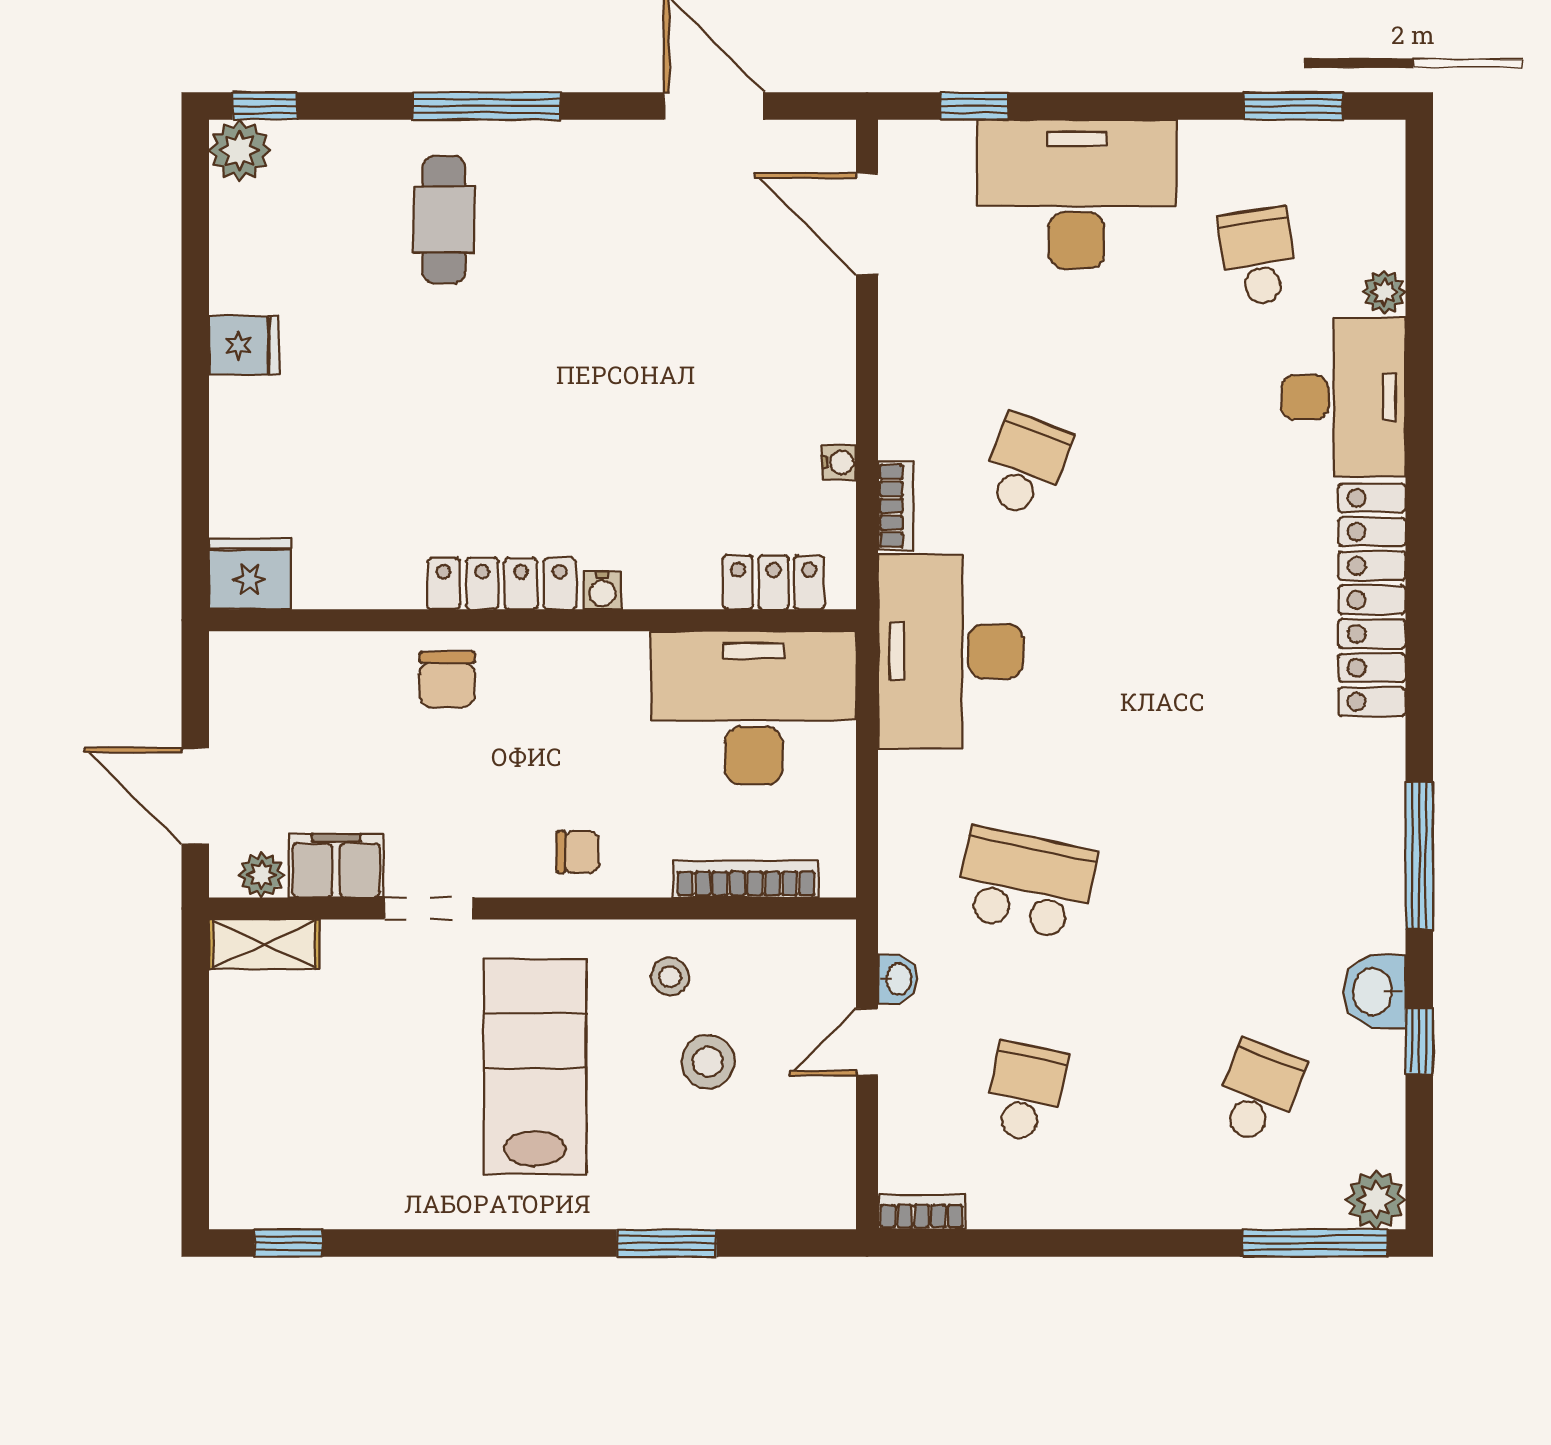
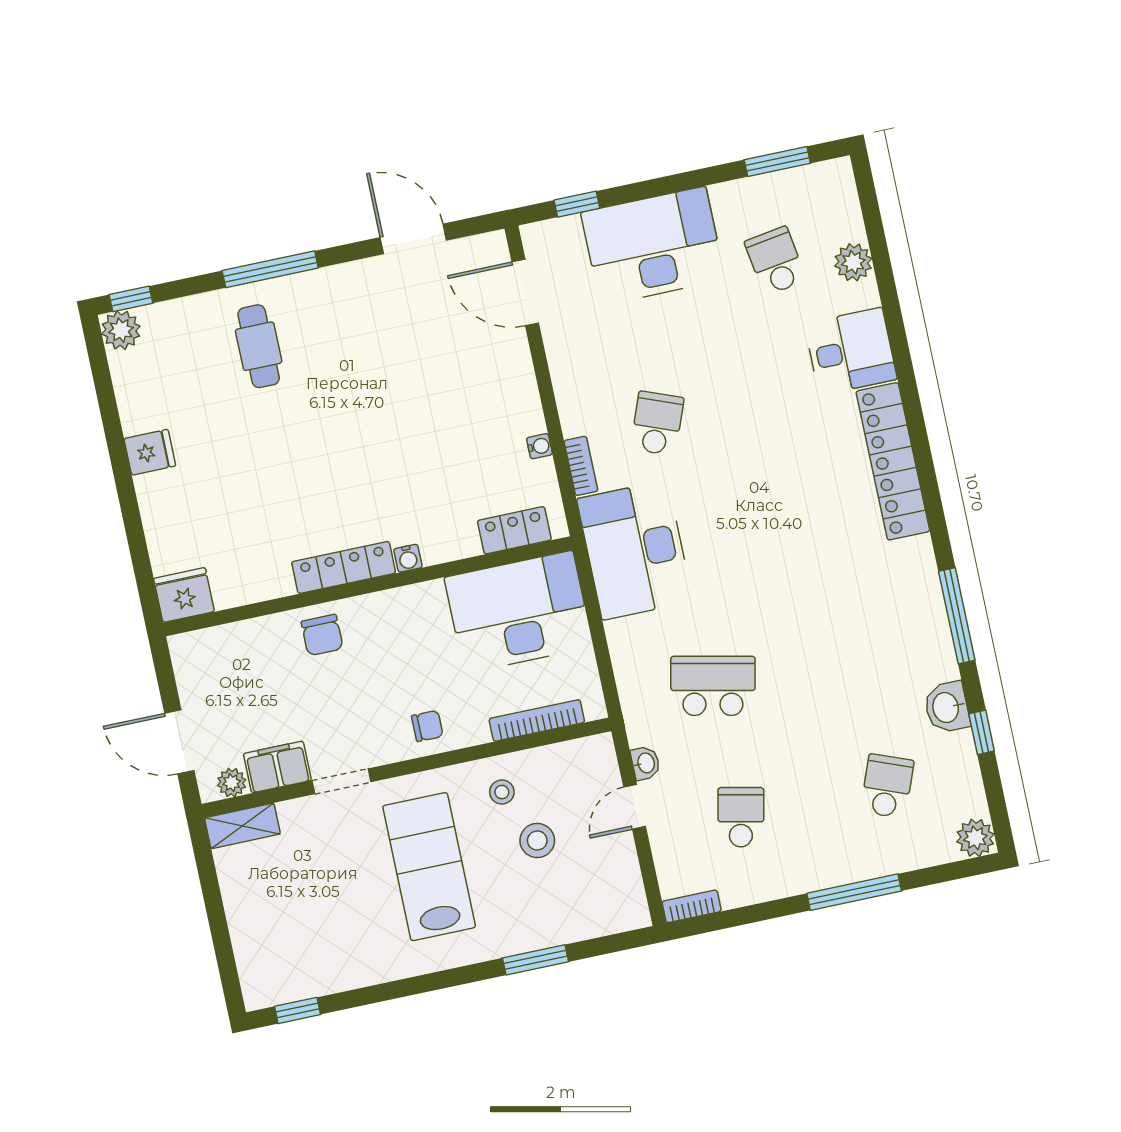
plant: (1384, 292) -> (853, 262), width x1.38, depth x1.38
desk: (1343, 397) -> (851, 351), width x0.73
window: (1315, 1243) -> (854, 892), moved

